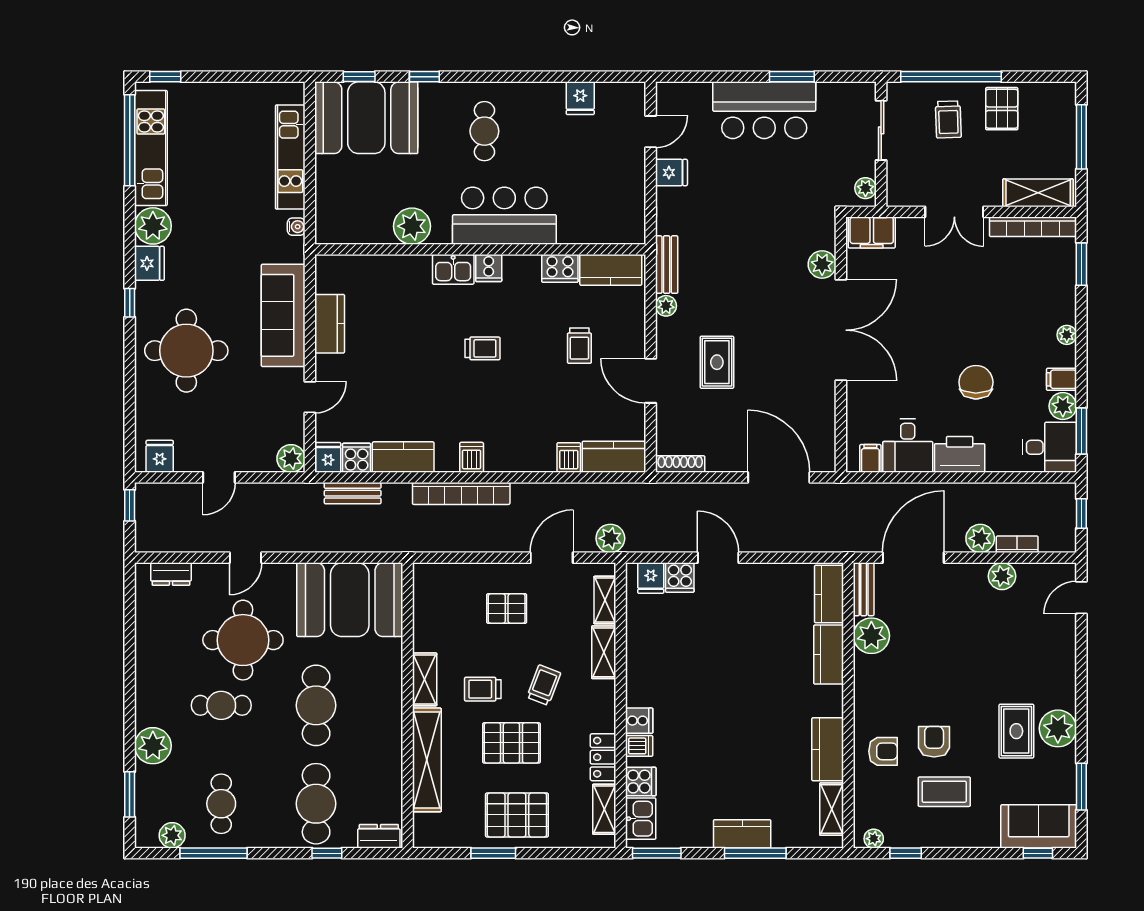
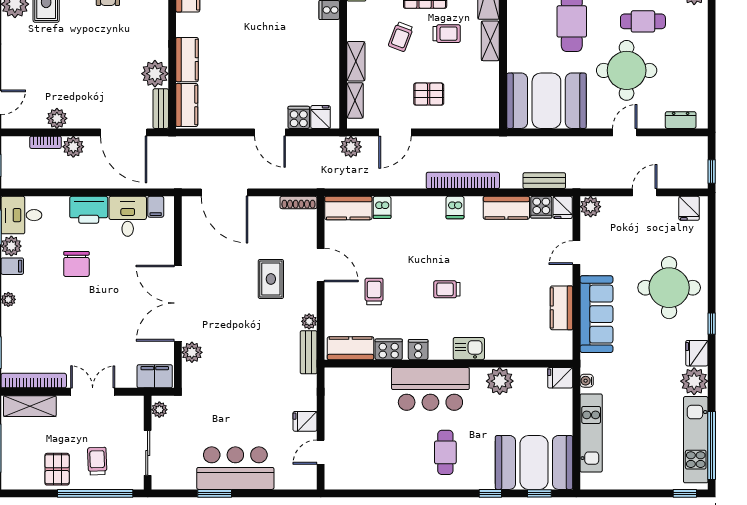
fridge: (580, 98) -> (560, 378), moved, turned -90
cooker: (489, 268) -> (418, 350), moved
door: (913, 558) -> (124, 132), hinge flipped

